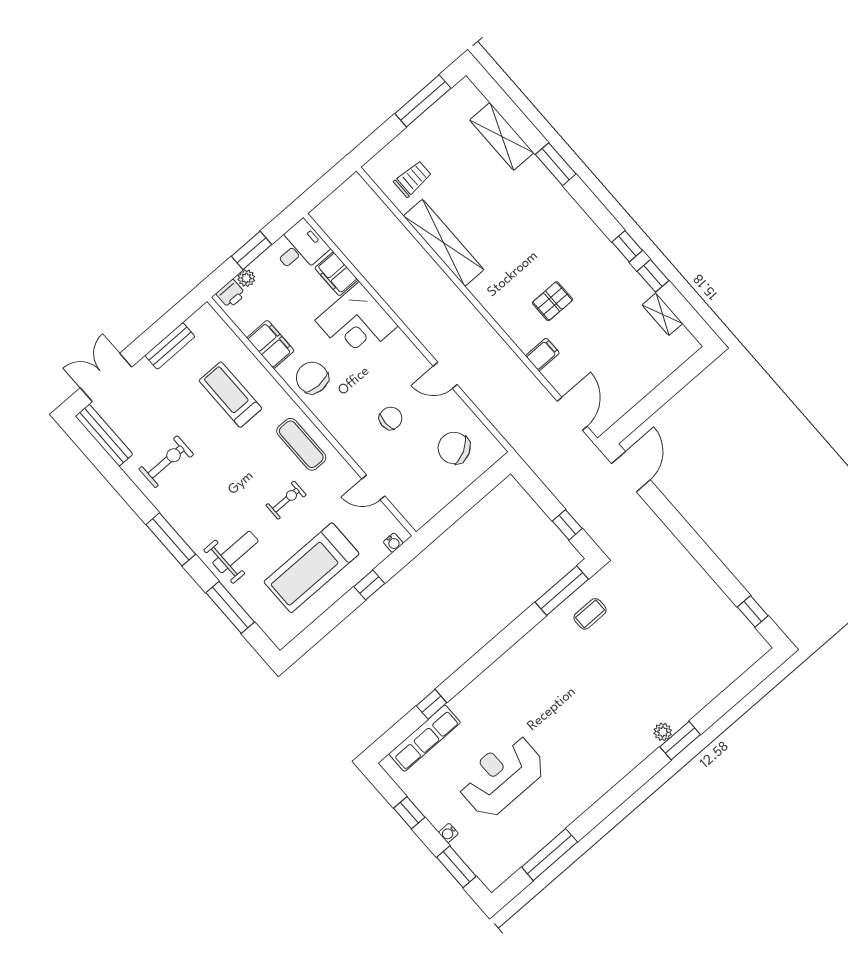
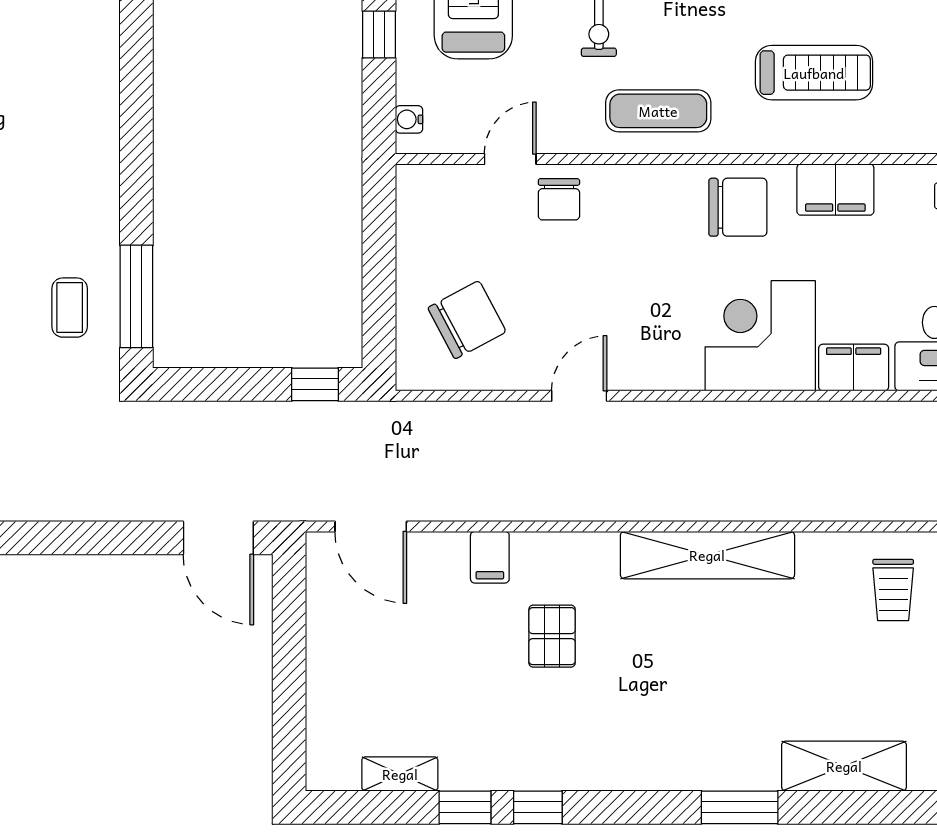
shelving: (444, 243) -> (707, 555), moved
chair: (391, 418) -> (559, 199), moved
window: (567, 525) -> (315, 384), moved

